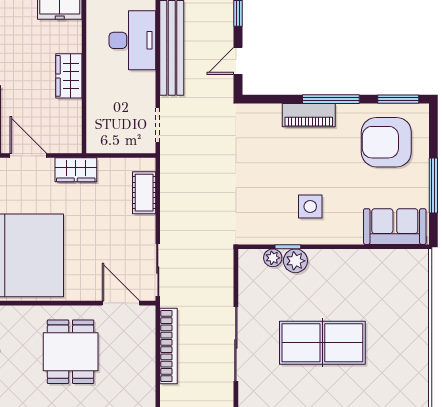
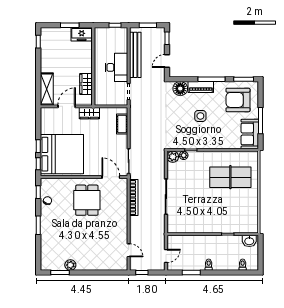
desk: (132, 40) -> (116, 67), moved
wardrobe: (69, 76) -> (86, 84), moved
floor lamp: (266, 118) -> (180, 89), added
door: (28, 156) -> (67, 106), hinge flipped
side table: (310, 207) -> (200, 116), moved
sofa: (395, 227) -> (250, 134), moved, turned -90
plant: (295, 261) -> (173, 157), moved
table tennis table: (322, 343) -> (230, 177), moved

